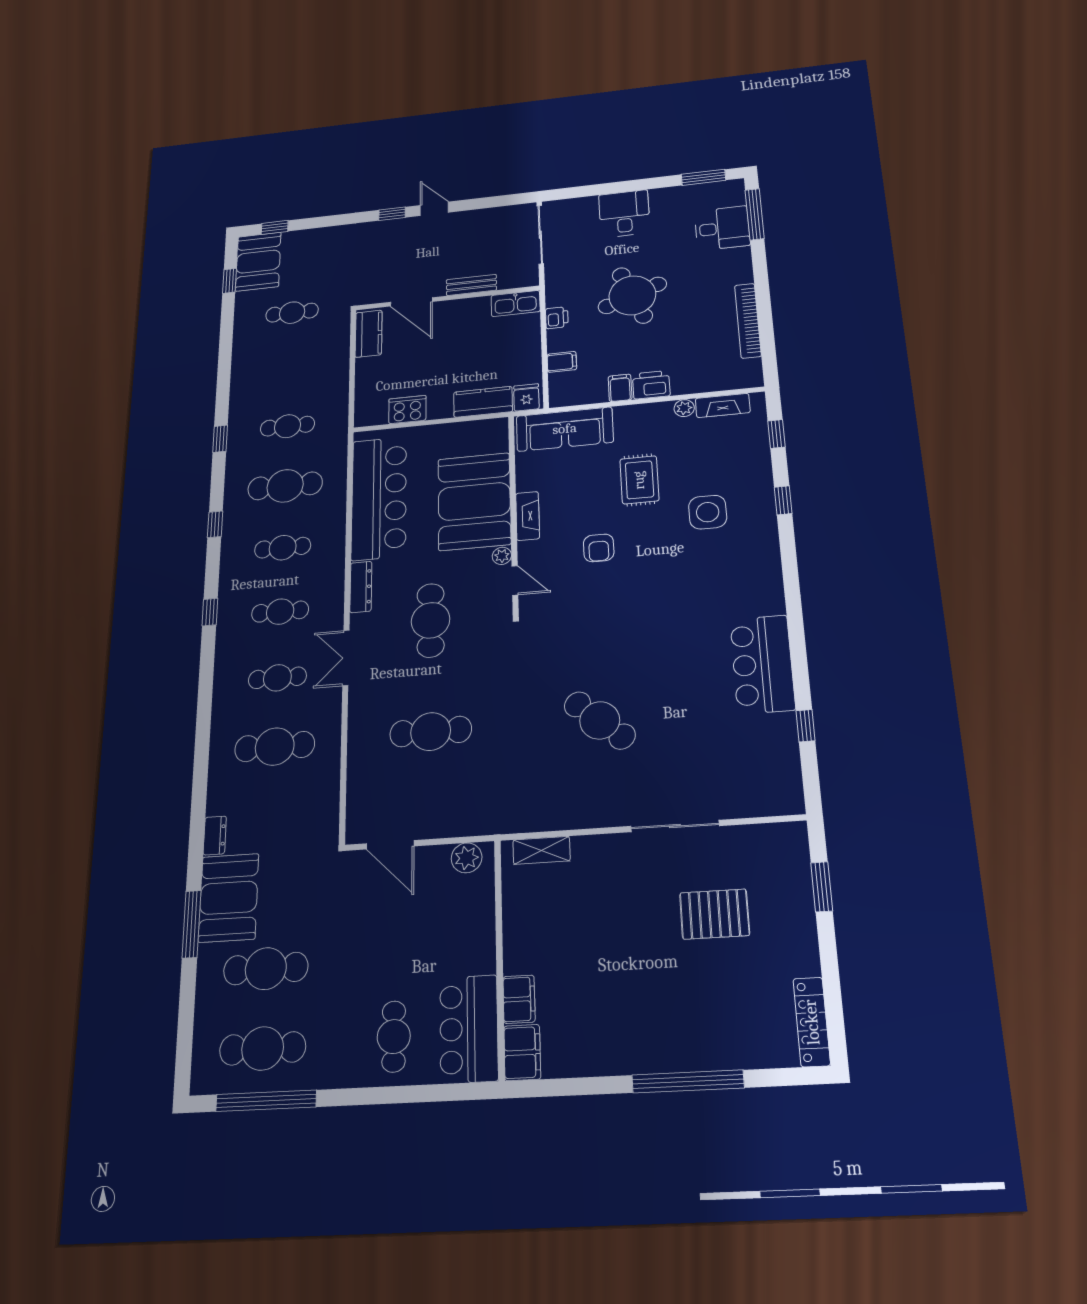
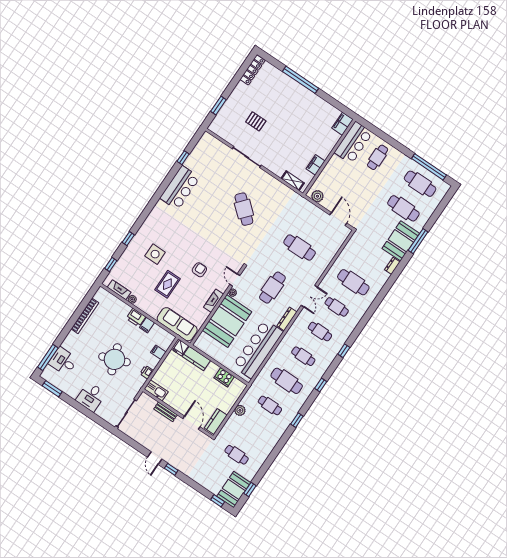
plant: (337, 380) -> (240, 410), added
pallet: (715, 914) -> (256, 121), width x0.67, depth x0.71
filing cabinet: (519, 999) -> (316, 165), moved

